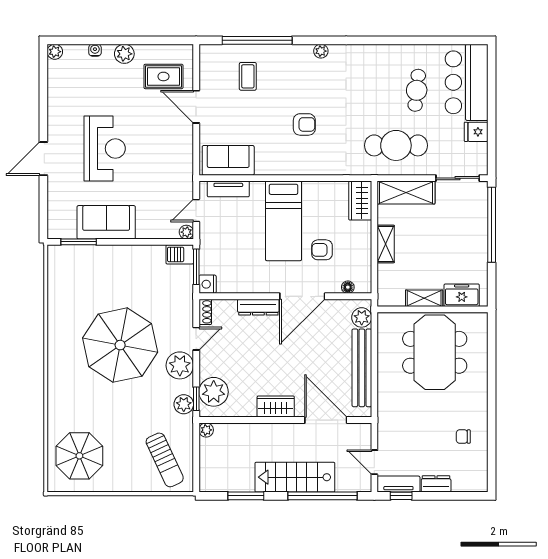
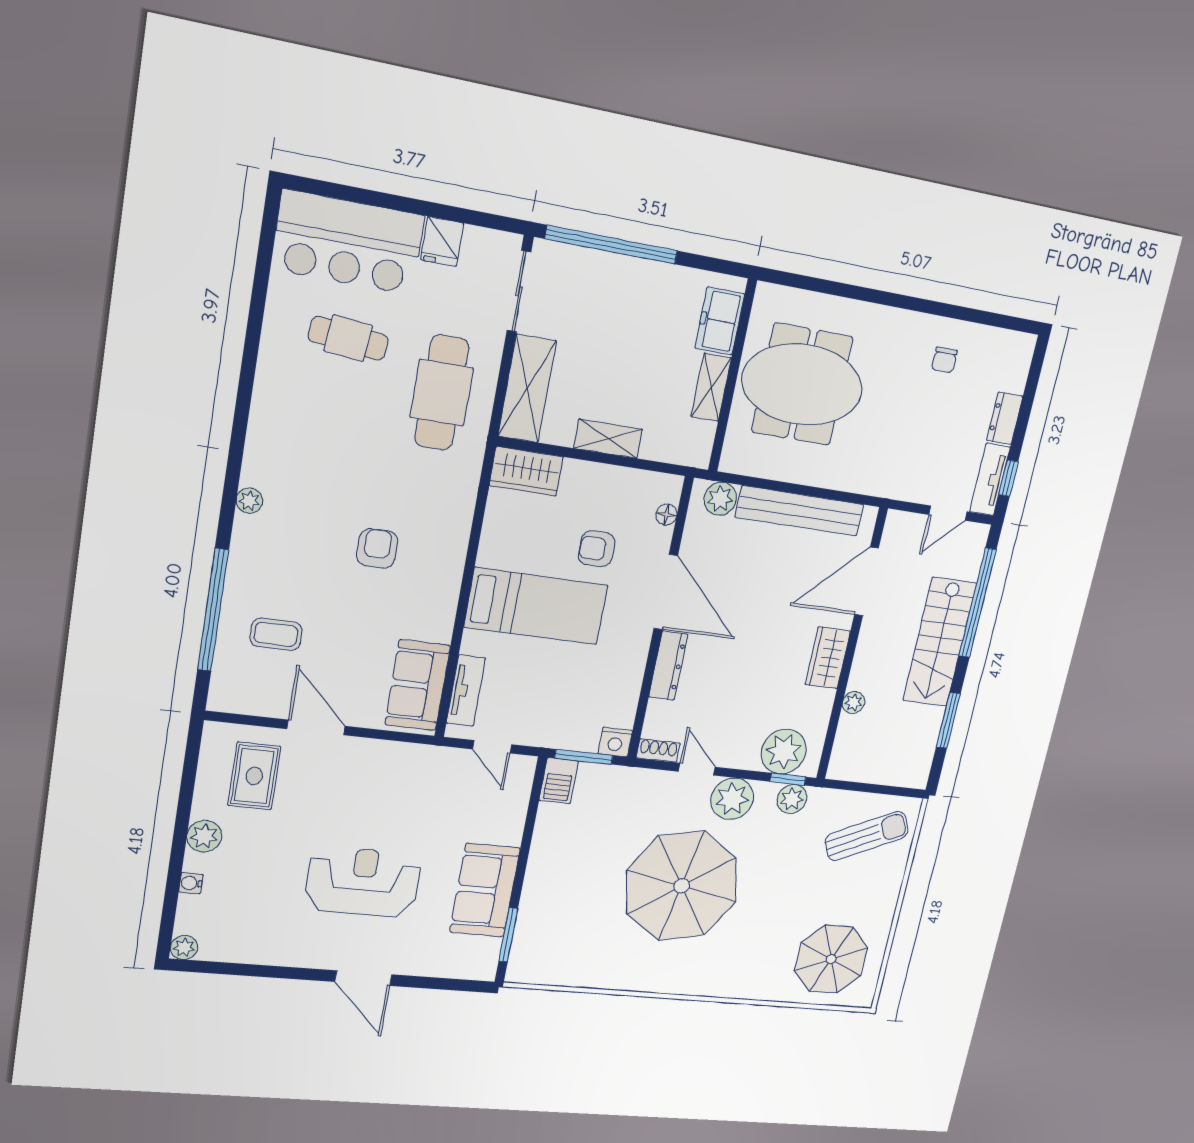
door: (196, 107) -> (316, 728), swing flipped
plant: (186, 232) -> (525, 766), removed
armchair: (322, 250) -> (597, 549), turned 90
plant: (206, 430) -> (854, 703), moved

